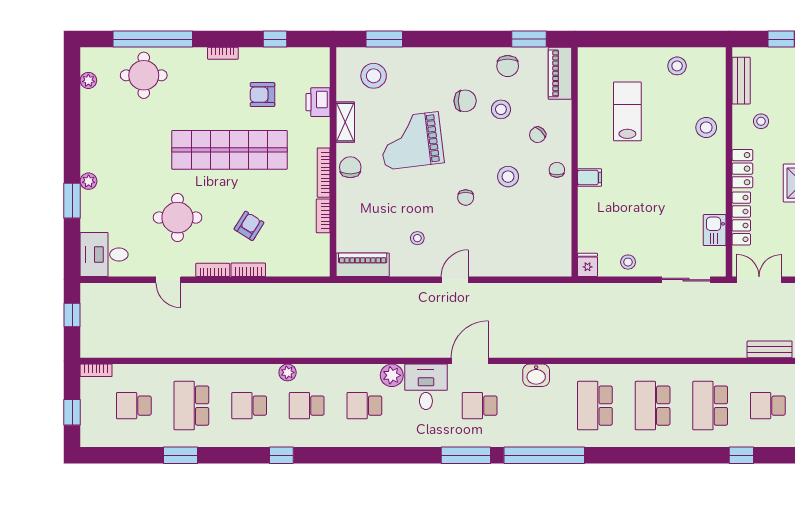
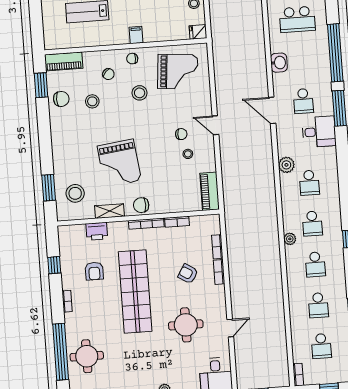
chair: (465, 101) -> (88, 127), removed
chair: (466, 198) -> (181, 134), moved
grand piano: (534, 232) -> (178, 72), added
bookcase: (213, 270) -> (217, 247), moved
desk: (426, 387) -> (319, 132), moved, turned 180
school desk: (191, 406) -> (318, 305), width x0.54

